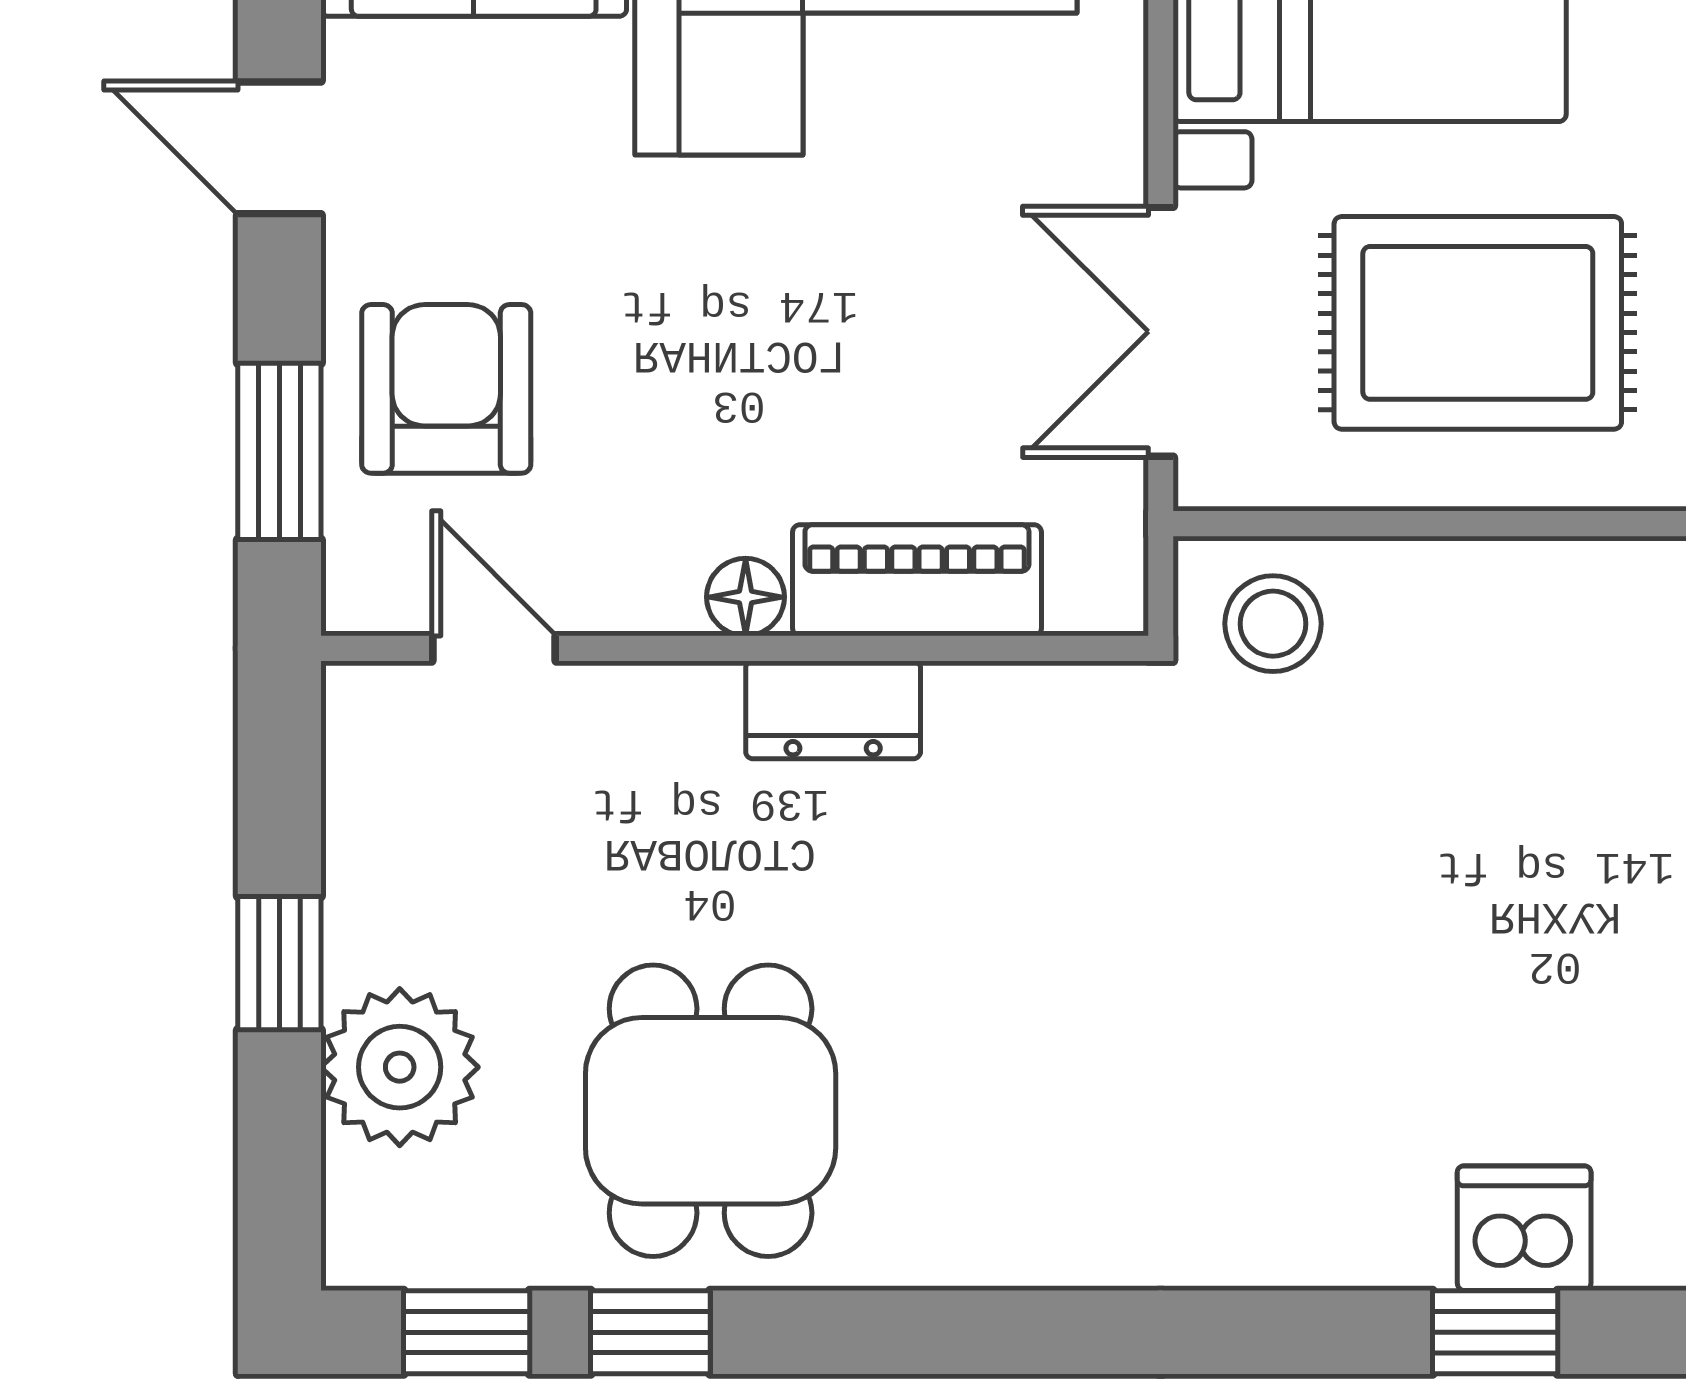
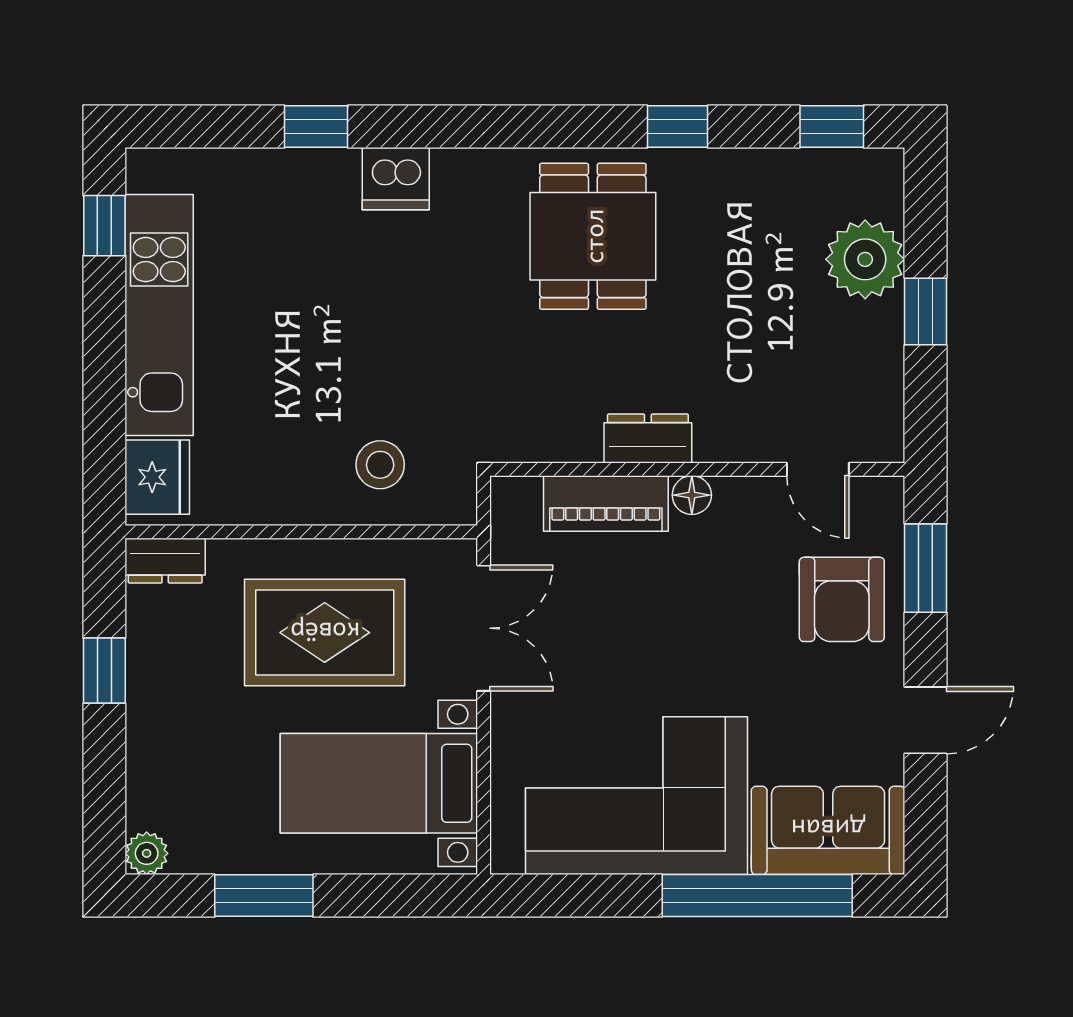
door: (279, 148) -> (926, 720), hinge flipped
stool: (1273, 624) -> (380, 465), moved
dining table: (711, 1111) -> (593, 236), moved
dishwasher: (1524, 1228) -> (396, 179), moved
window: (650, 1332) -> (677, 127), moved

